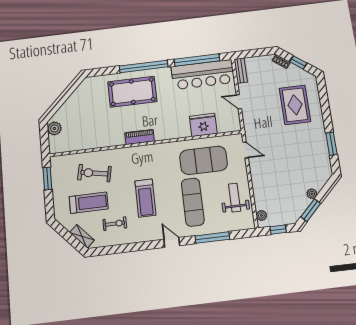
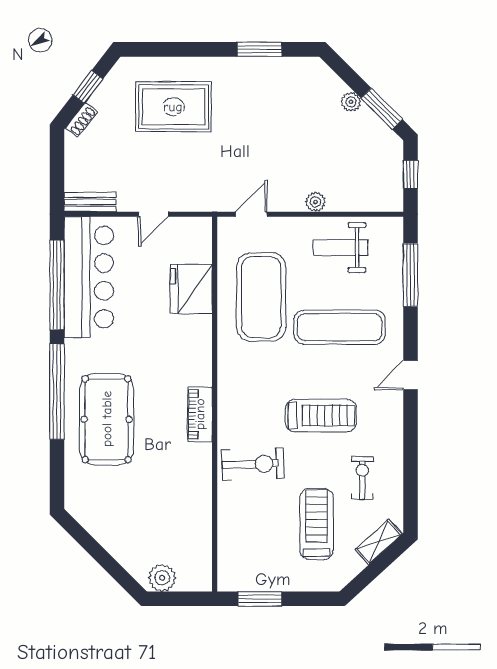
exercise bike: (94, 173) -> (253, 464), moved, turned -103
plant: (261, 216) -> (315, 202), moved
window: (212, 238) -> (411, 275), moved

